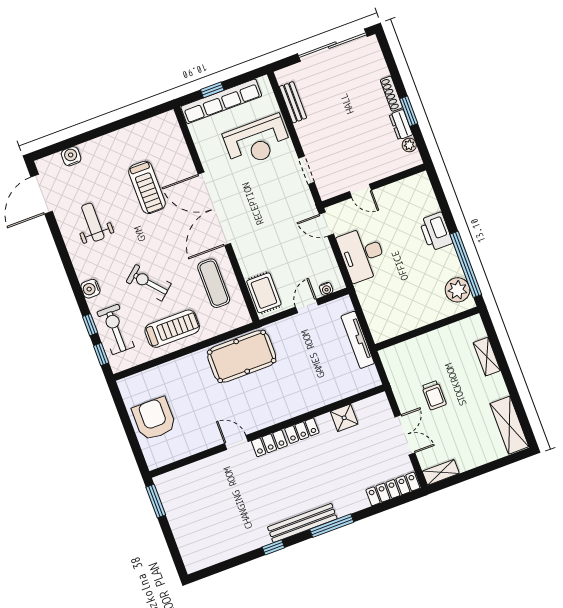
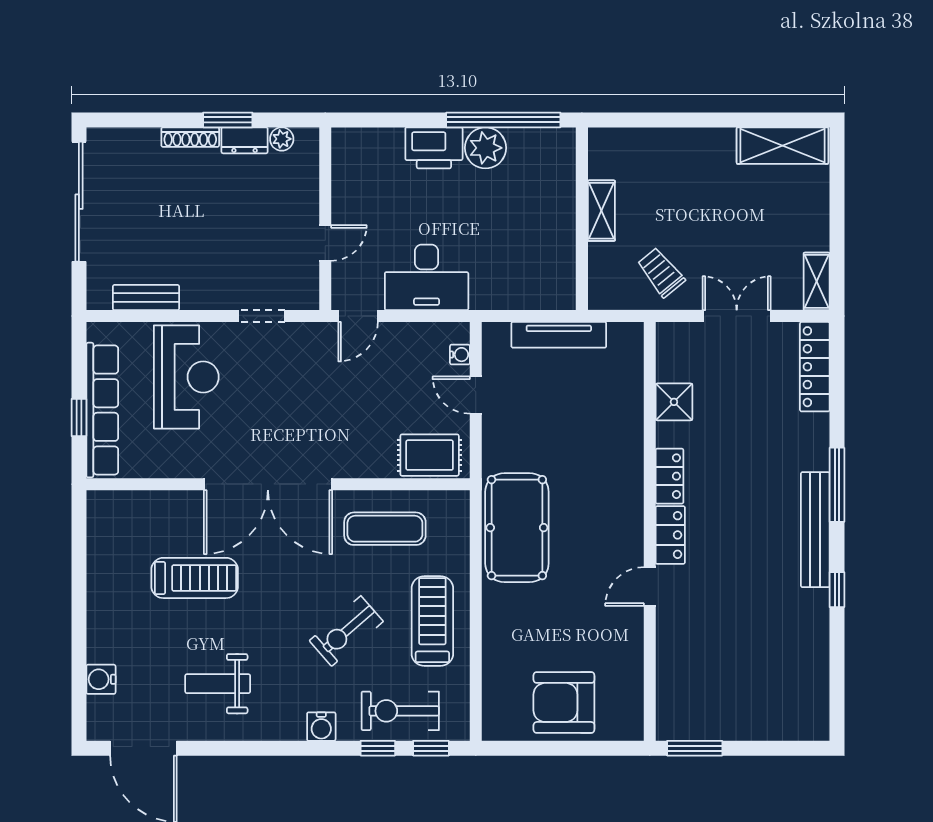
plant: (458, 290) -> (485, 148), moved
shelving: (487, 357) -> (601, 211), moved, turned 90
trolley: (434, 395) -> (661, 272), moved, turned -129

